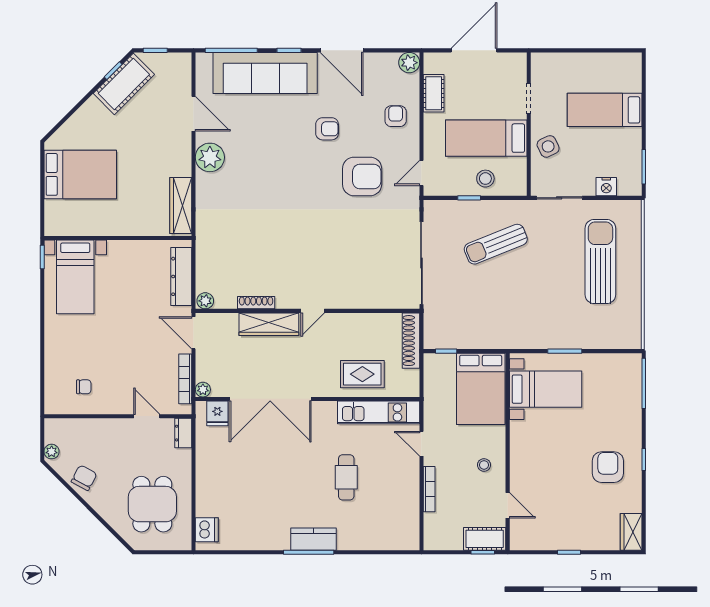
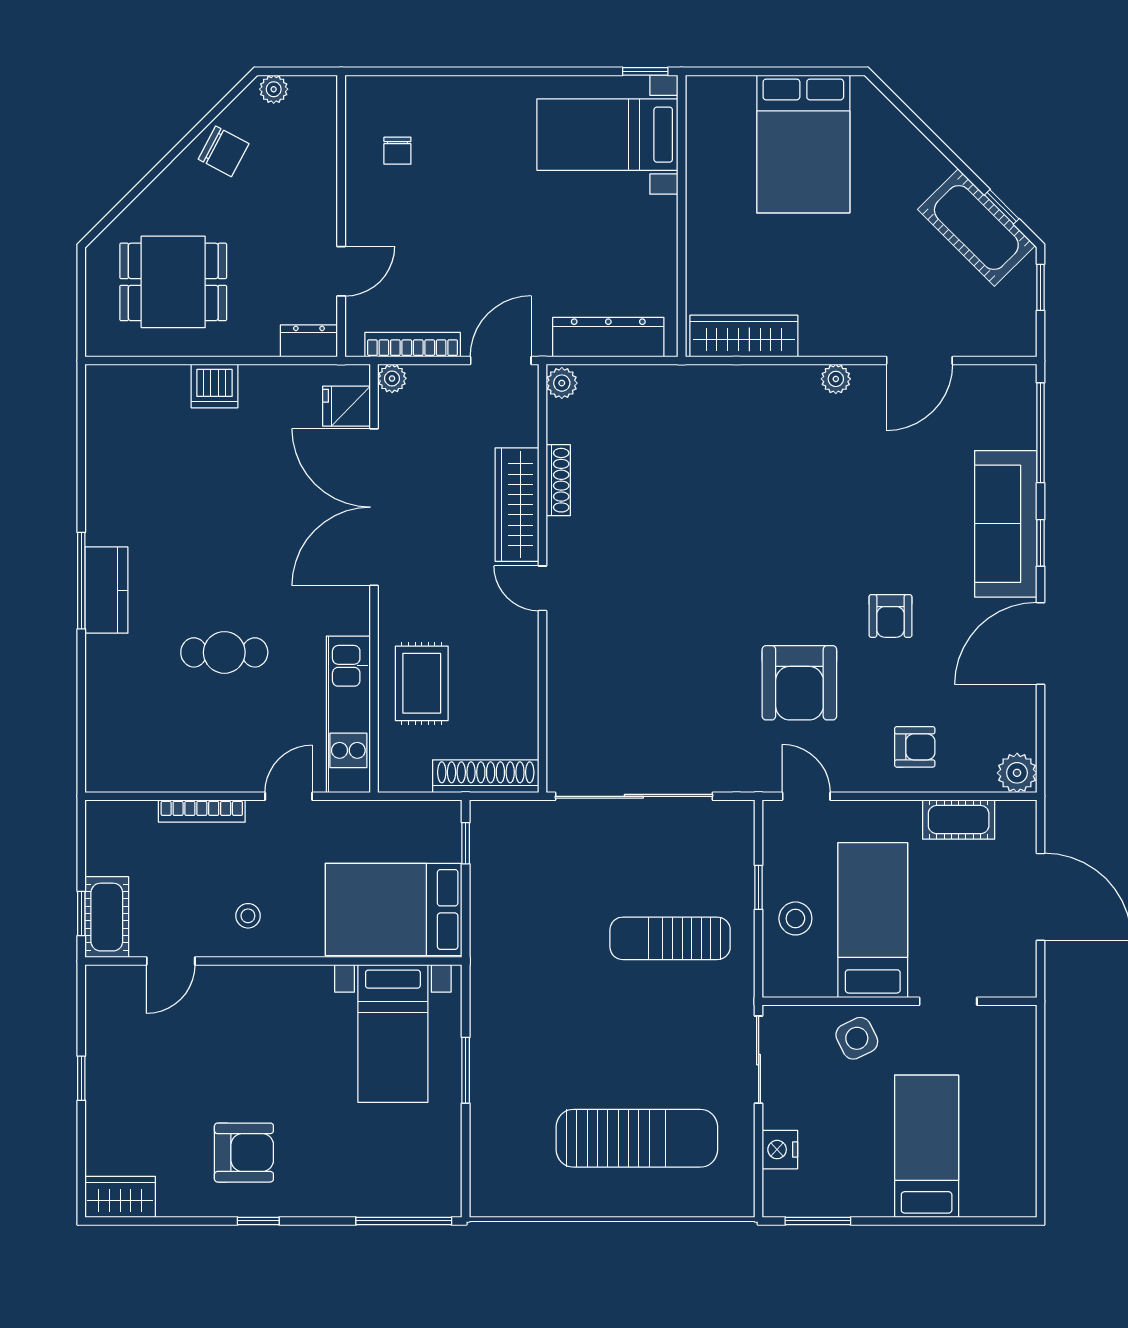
sofa: (265, 73) -> (1006, 524), width x0.74, depth x0.79
plant: (210, 157) -> (836, 379), width x0.53, depth x0.53
sun lounger: (496, 244) -> (670, 938), turned -68
dishwasher: (207, 530) -> (215, 386), moved

